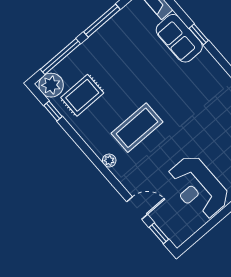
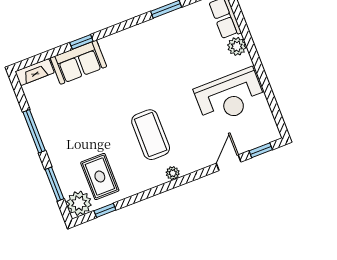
window: (60, 56) -> (54, 184), width x0.69

